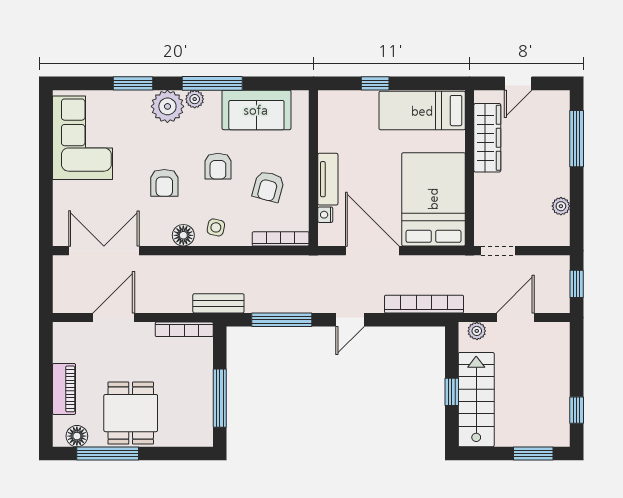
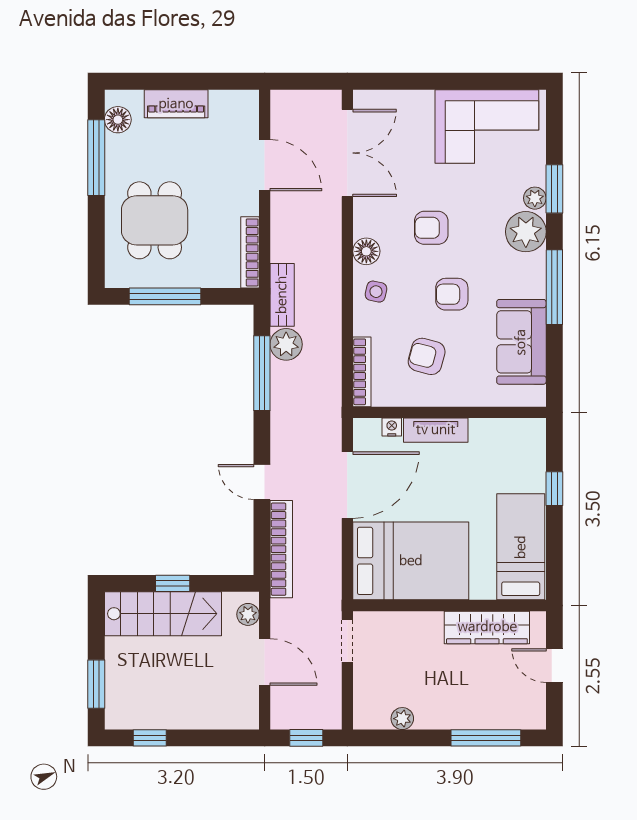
plant: (195, 99) -> (535, 198), moved
plant: (259, 300) -> (286, 344), added
door: (350, 320) -> (262, 482), moved
dining table: (131, 413) -> (155, 220), moved, turned 90

